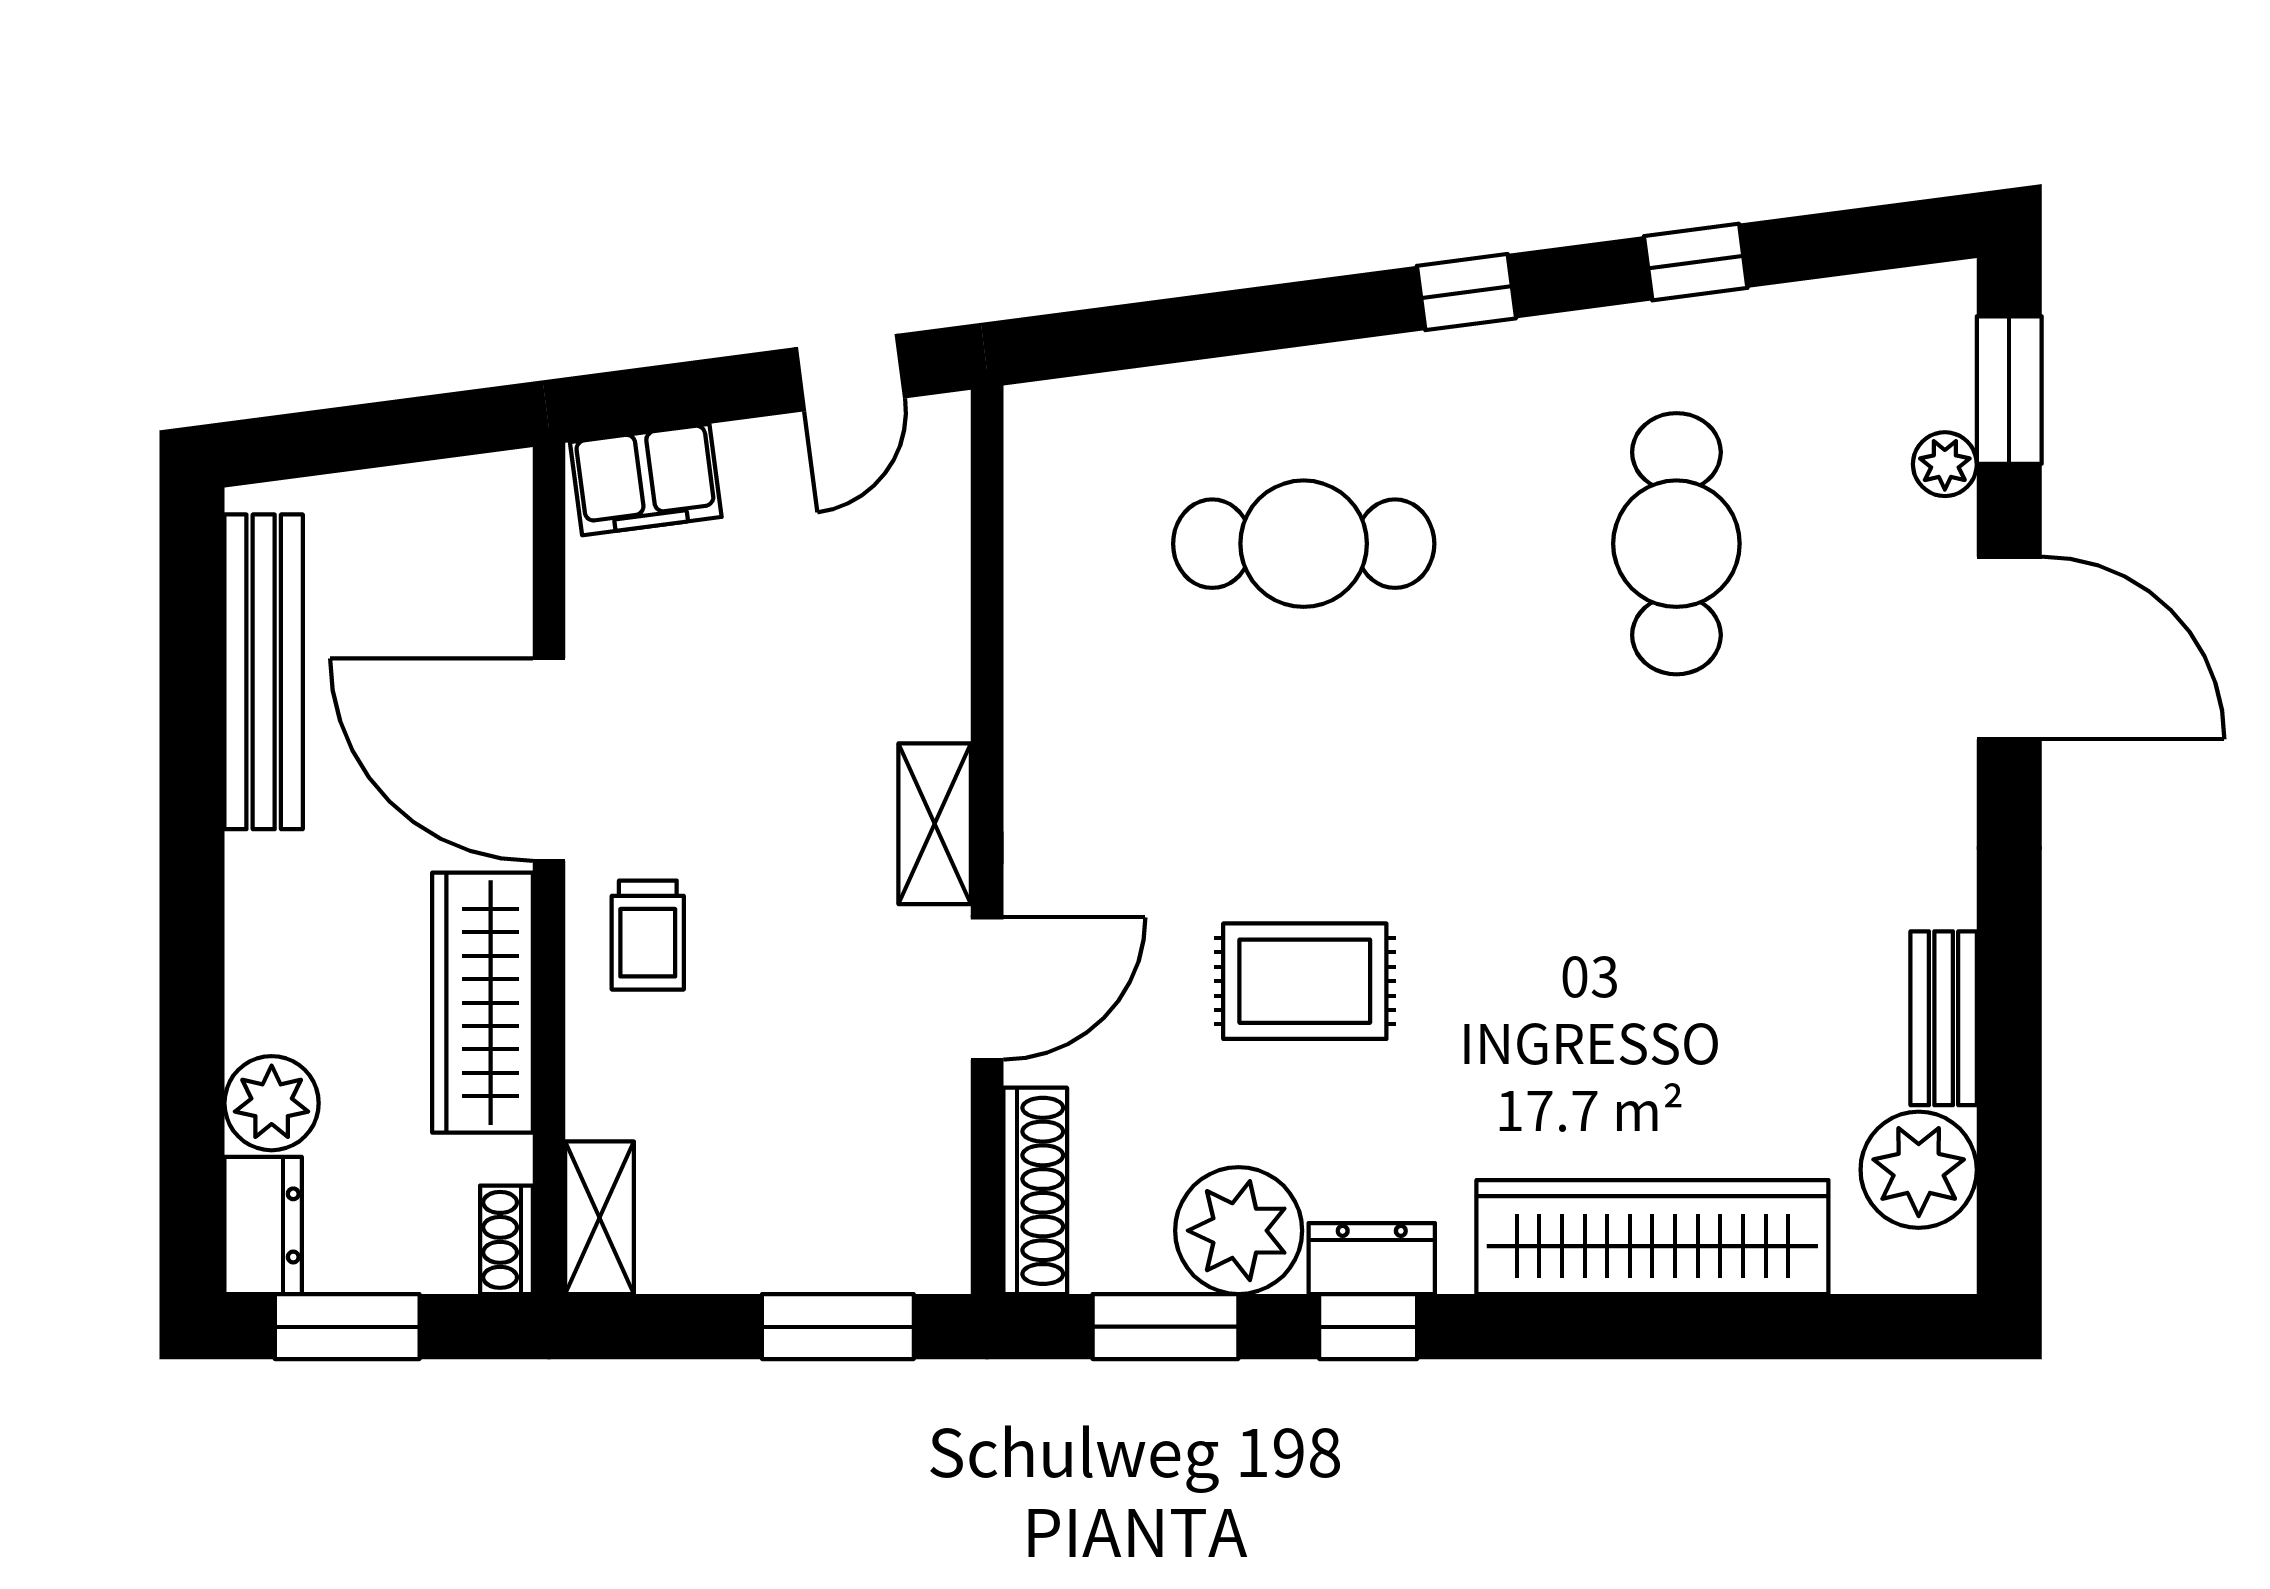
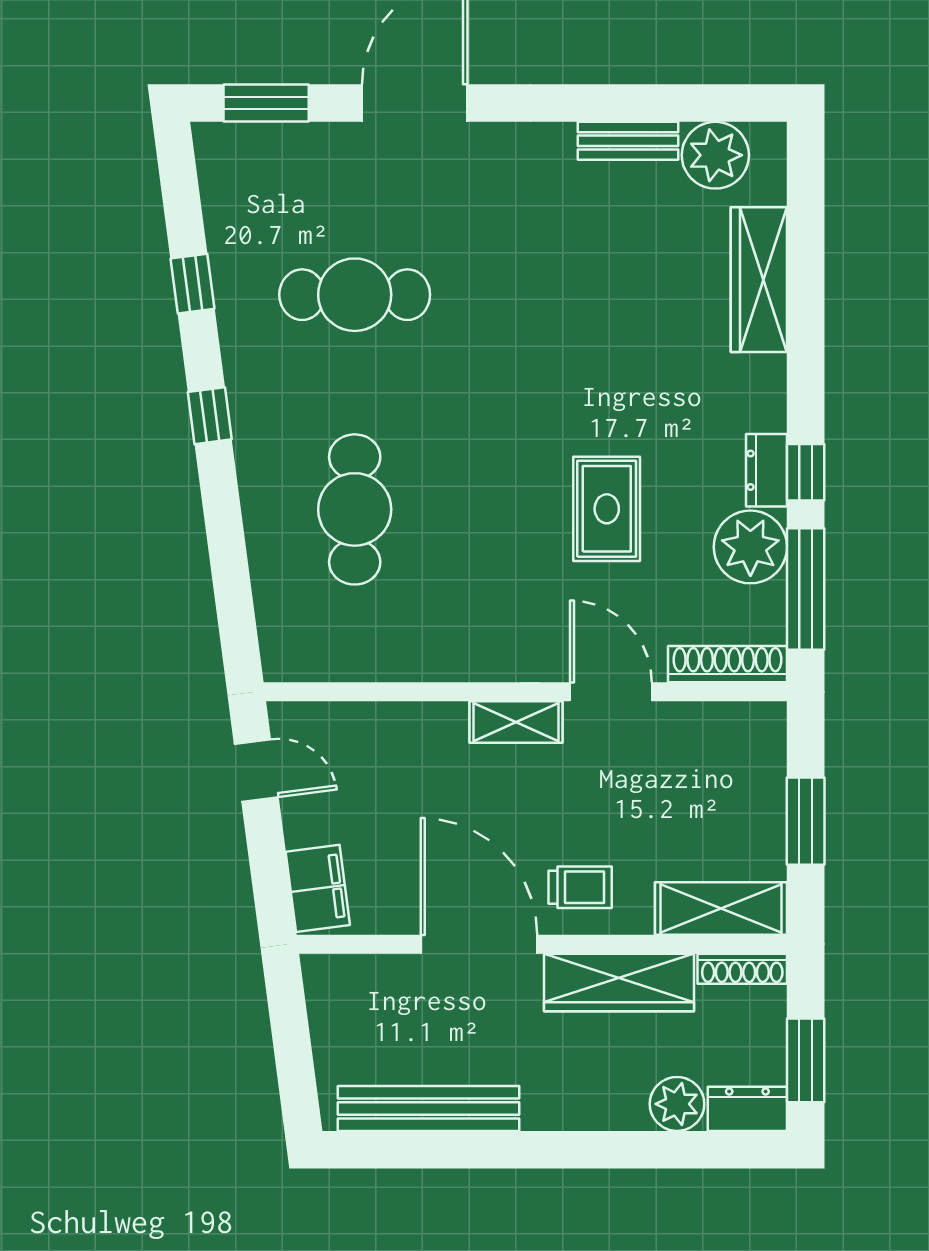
plant: (1945, 464) -> (309, 140), removed
door: (549, 760) -> (479, 944), swing flipped
shelving: (600, 1218) -> (721, 908), width x1.50, depth x1.33
wardrobe: (1652, 1237) -> (759, 280), width x0.71, depth x0.85
shoe rack: (506, 1240) -> (742, 969), width x1.43
window: (838, 1327) -> (806, 821), moved
window: (1165, 1327) -> (806, 589), width x1.44

